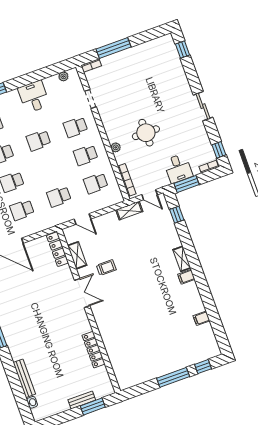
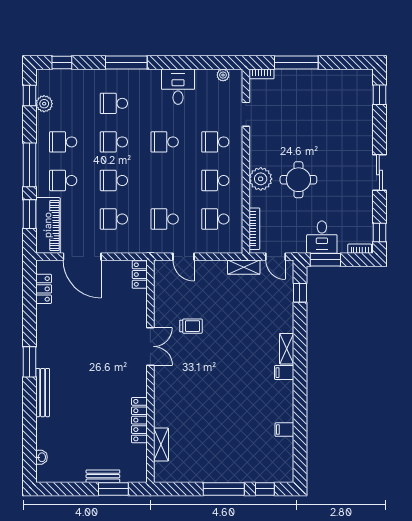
plant: (116, 147) -> (261, 179), width x1.87, depth x1.87
locker: (57, 249) -> (140, 275), width x0.66
shelving: (77, 255) -> (161, 444), moved
bench: (24, 378) -> (43, 393), moved

